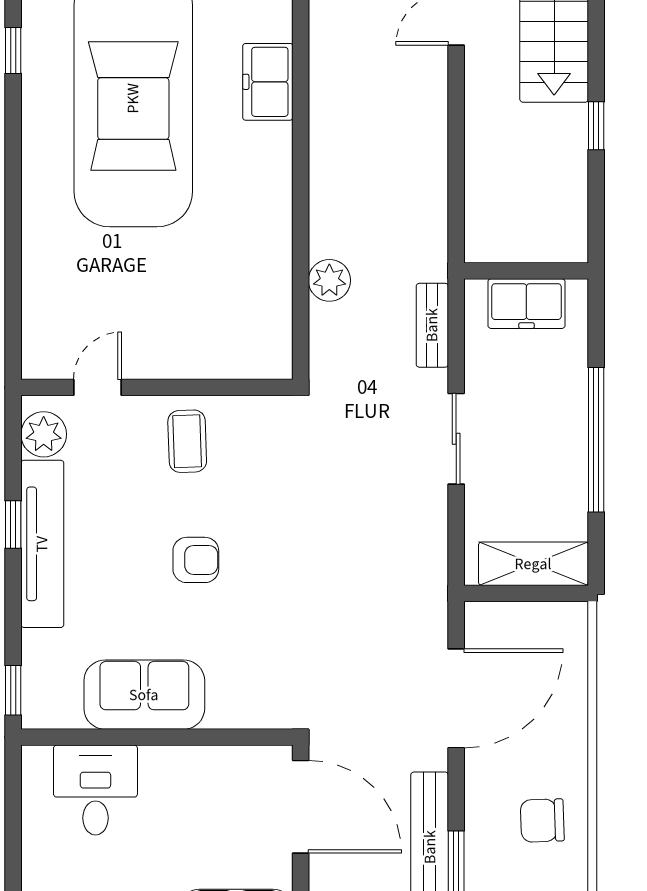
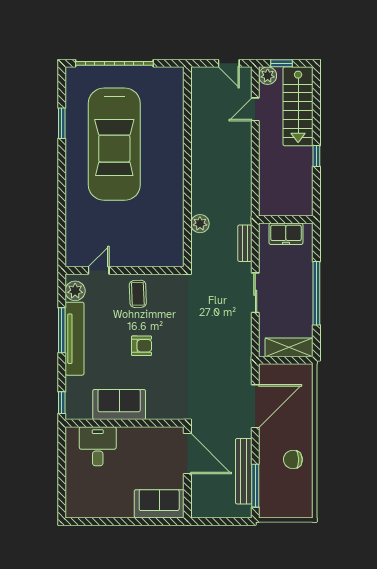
window: (13, 51) -> (62, 123), width x1.50
freezer: (268, 82) -> (173, 137), removed
window: (13, 524) -> (62, 330), width x2.17

